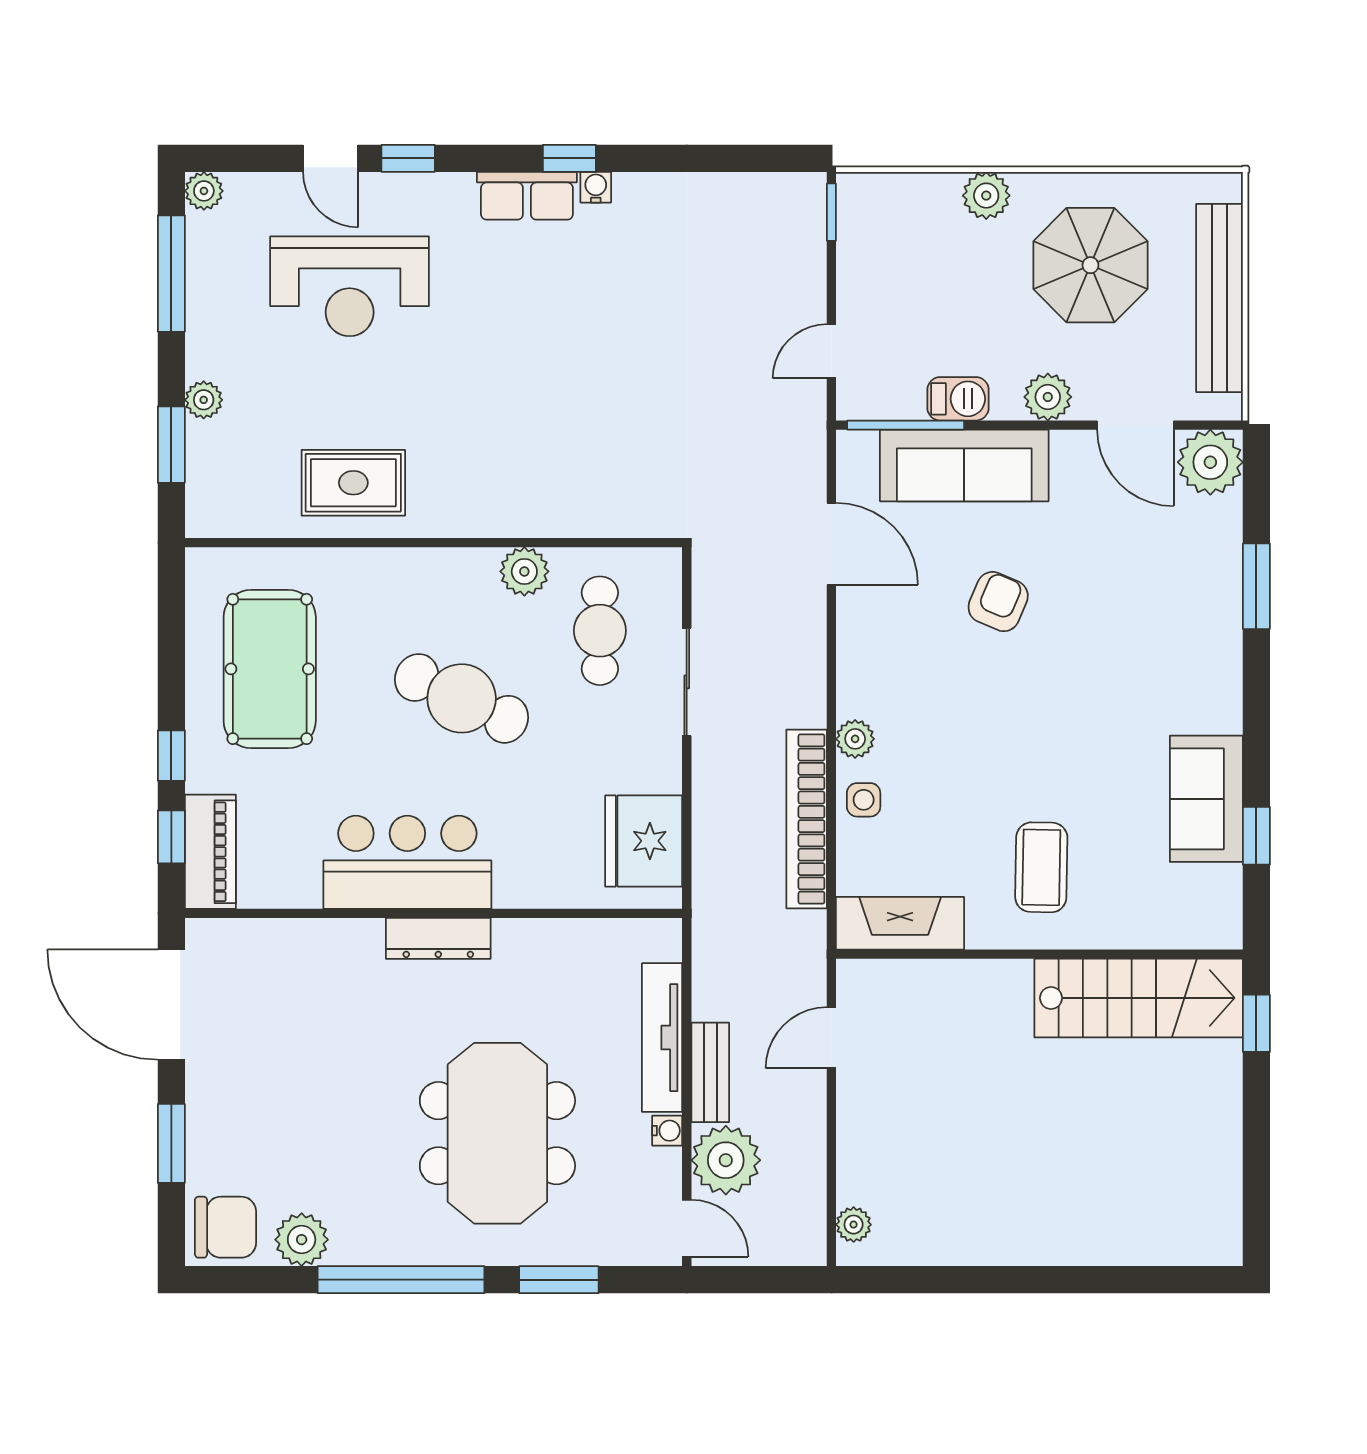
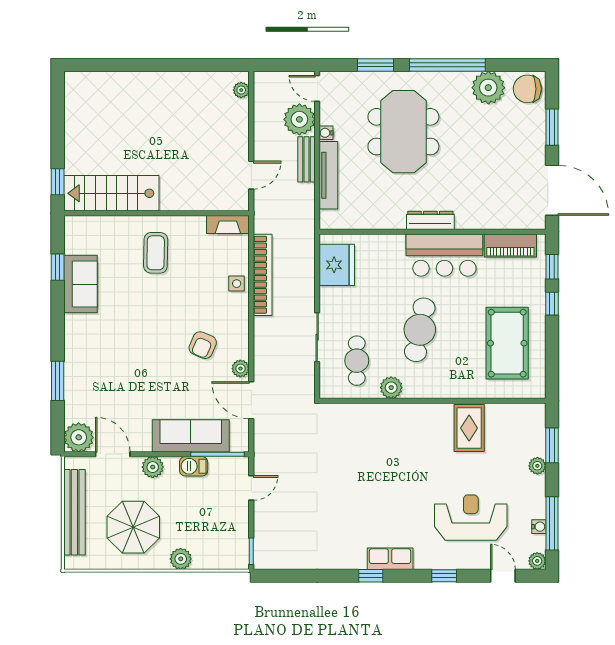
door: (331, 158) -> (503, 576), moved
water cooler: (596, 187) -> (539, 527), moved, turned -90
rug: (353, 483) -> (469, 428), turned 90
armchair: (998, 602) -> (203, 345), moved
cafe table: (462, 698) -> (420, 330), turned 76
plant: (855, 739) -> (240, 369), moved
piano: (210, 852) -> (510, 245), moved, turned -90
fireplace: (900, 923) -> (228, 224), width x0.73, depth x0.76
plant: (302, 1240) -> (488, 88), width x1.36, depth x1.36

